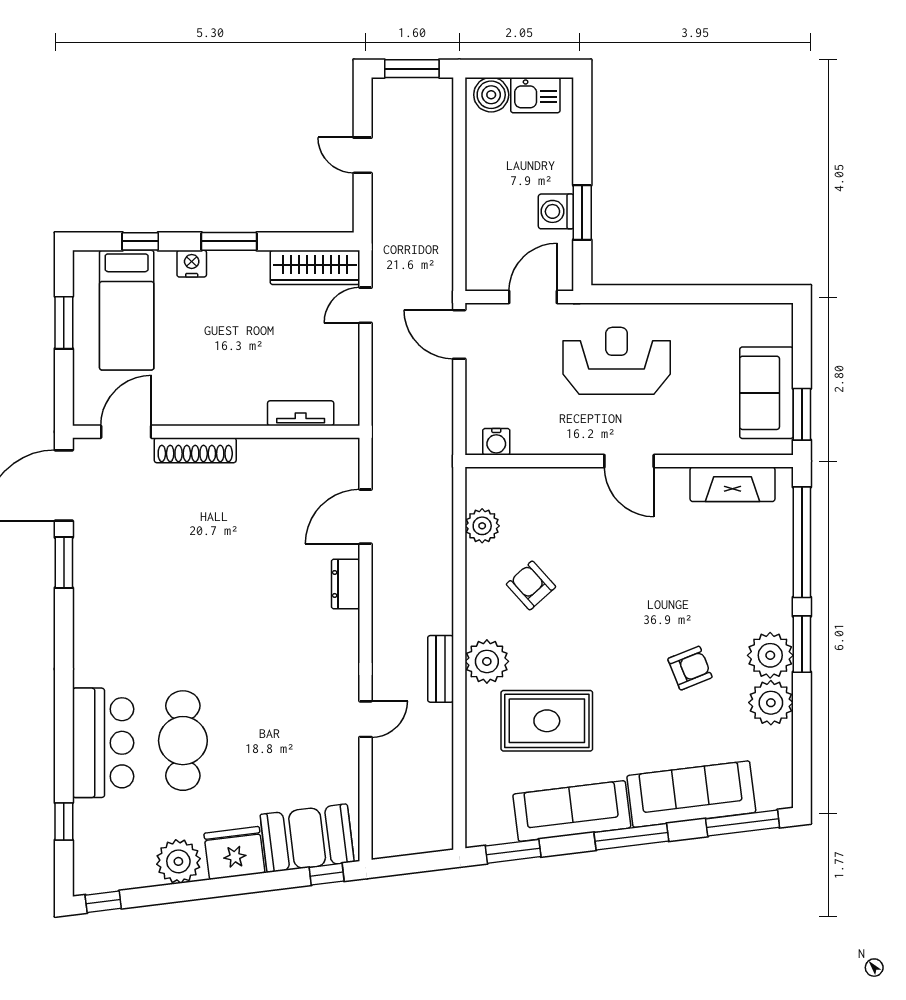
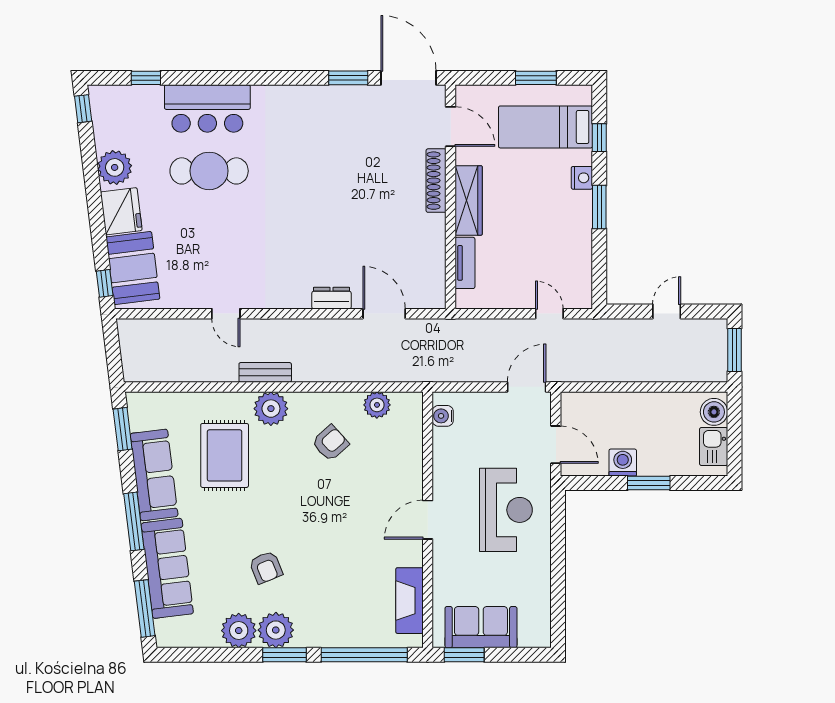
window: (582, 213) -> (649, 483), moved
wardrobe: (315, 267) -> (469, 200), moved, turned 180

